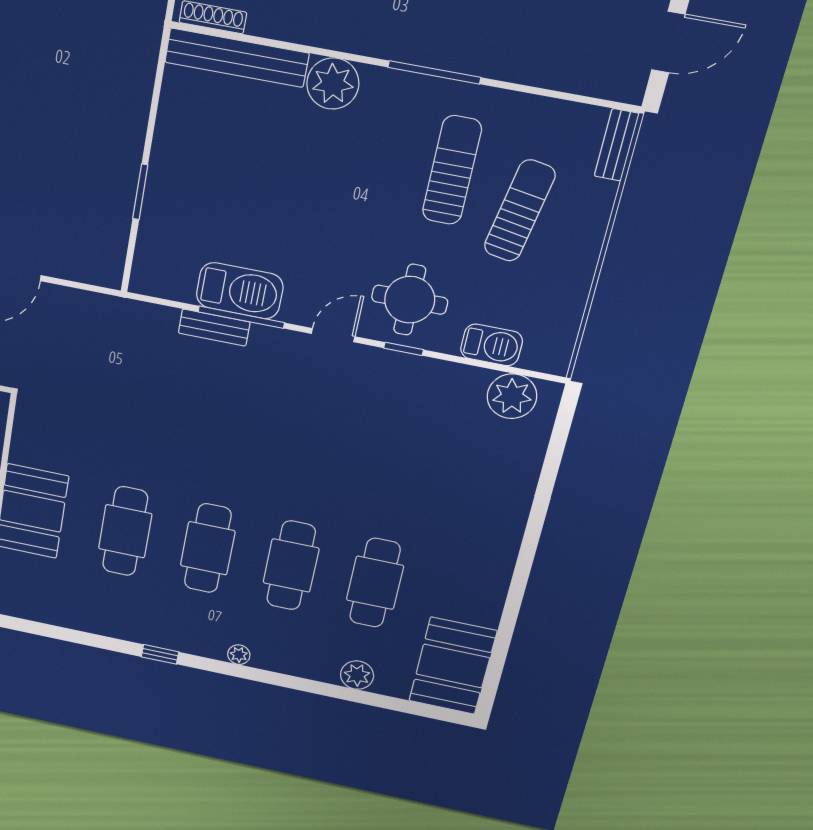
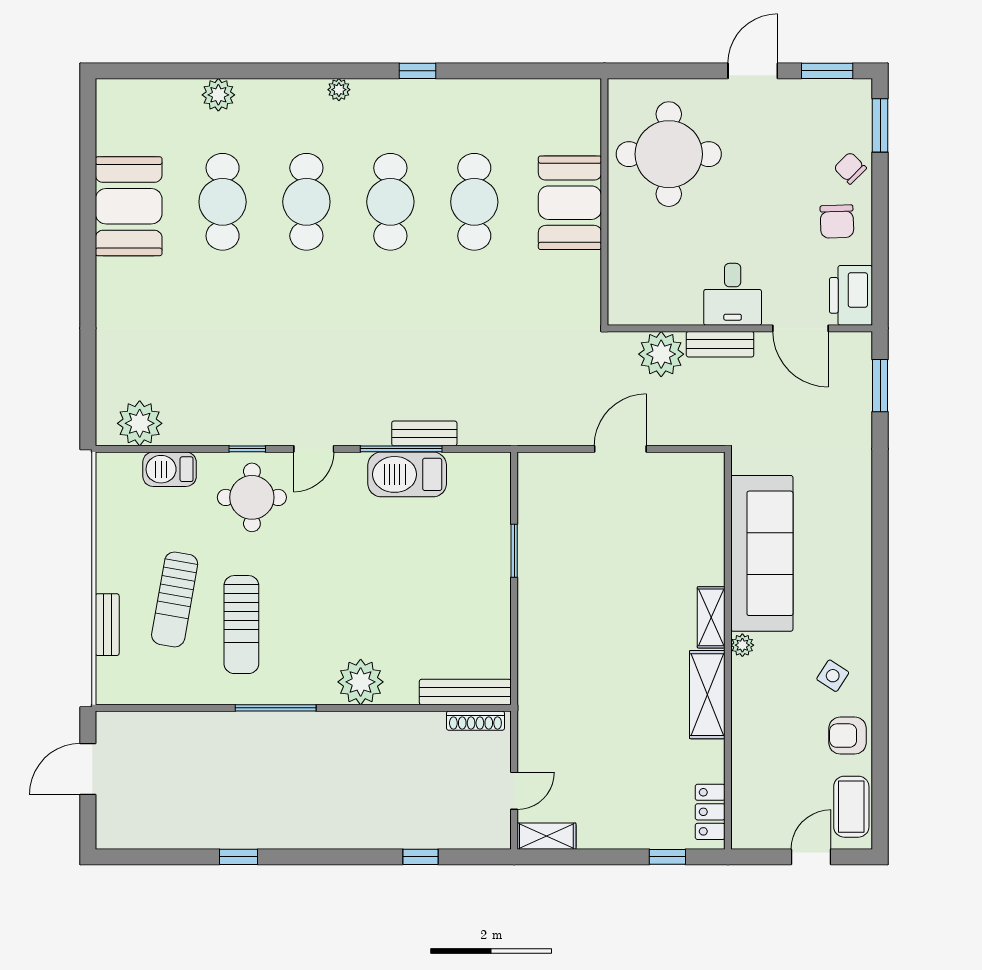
bench: (237, 58) -> (465, 692), width x0.73, depth x0.82
bench: (617, 145) -> (107, 625), moved
booth: (453, 666) -> (129, 206), moved

